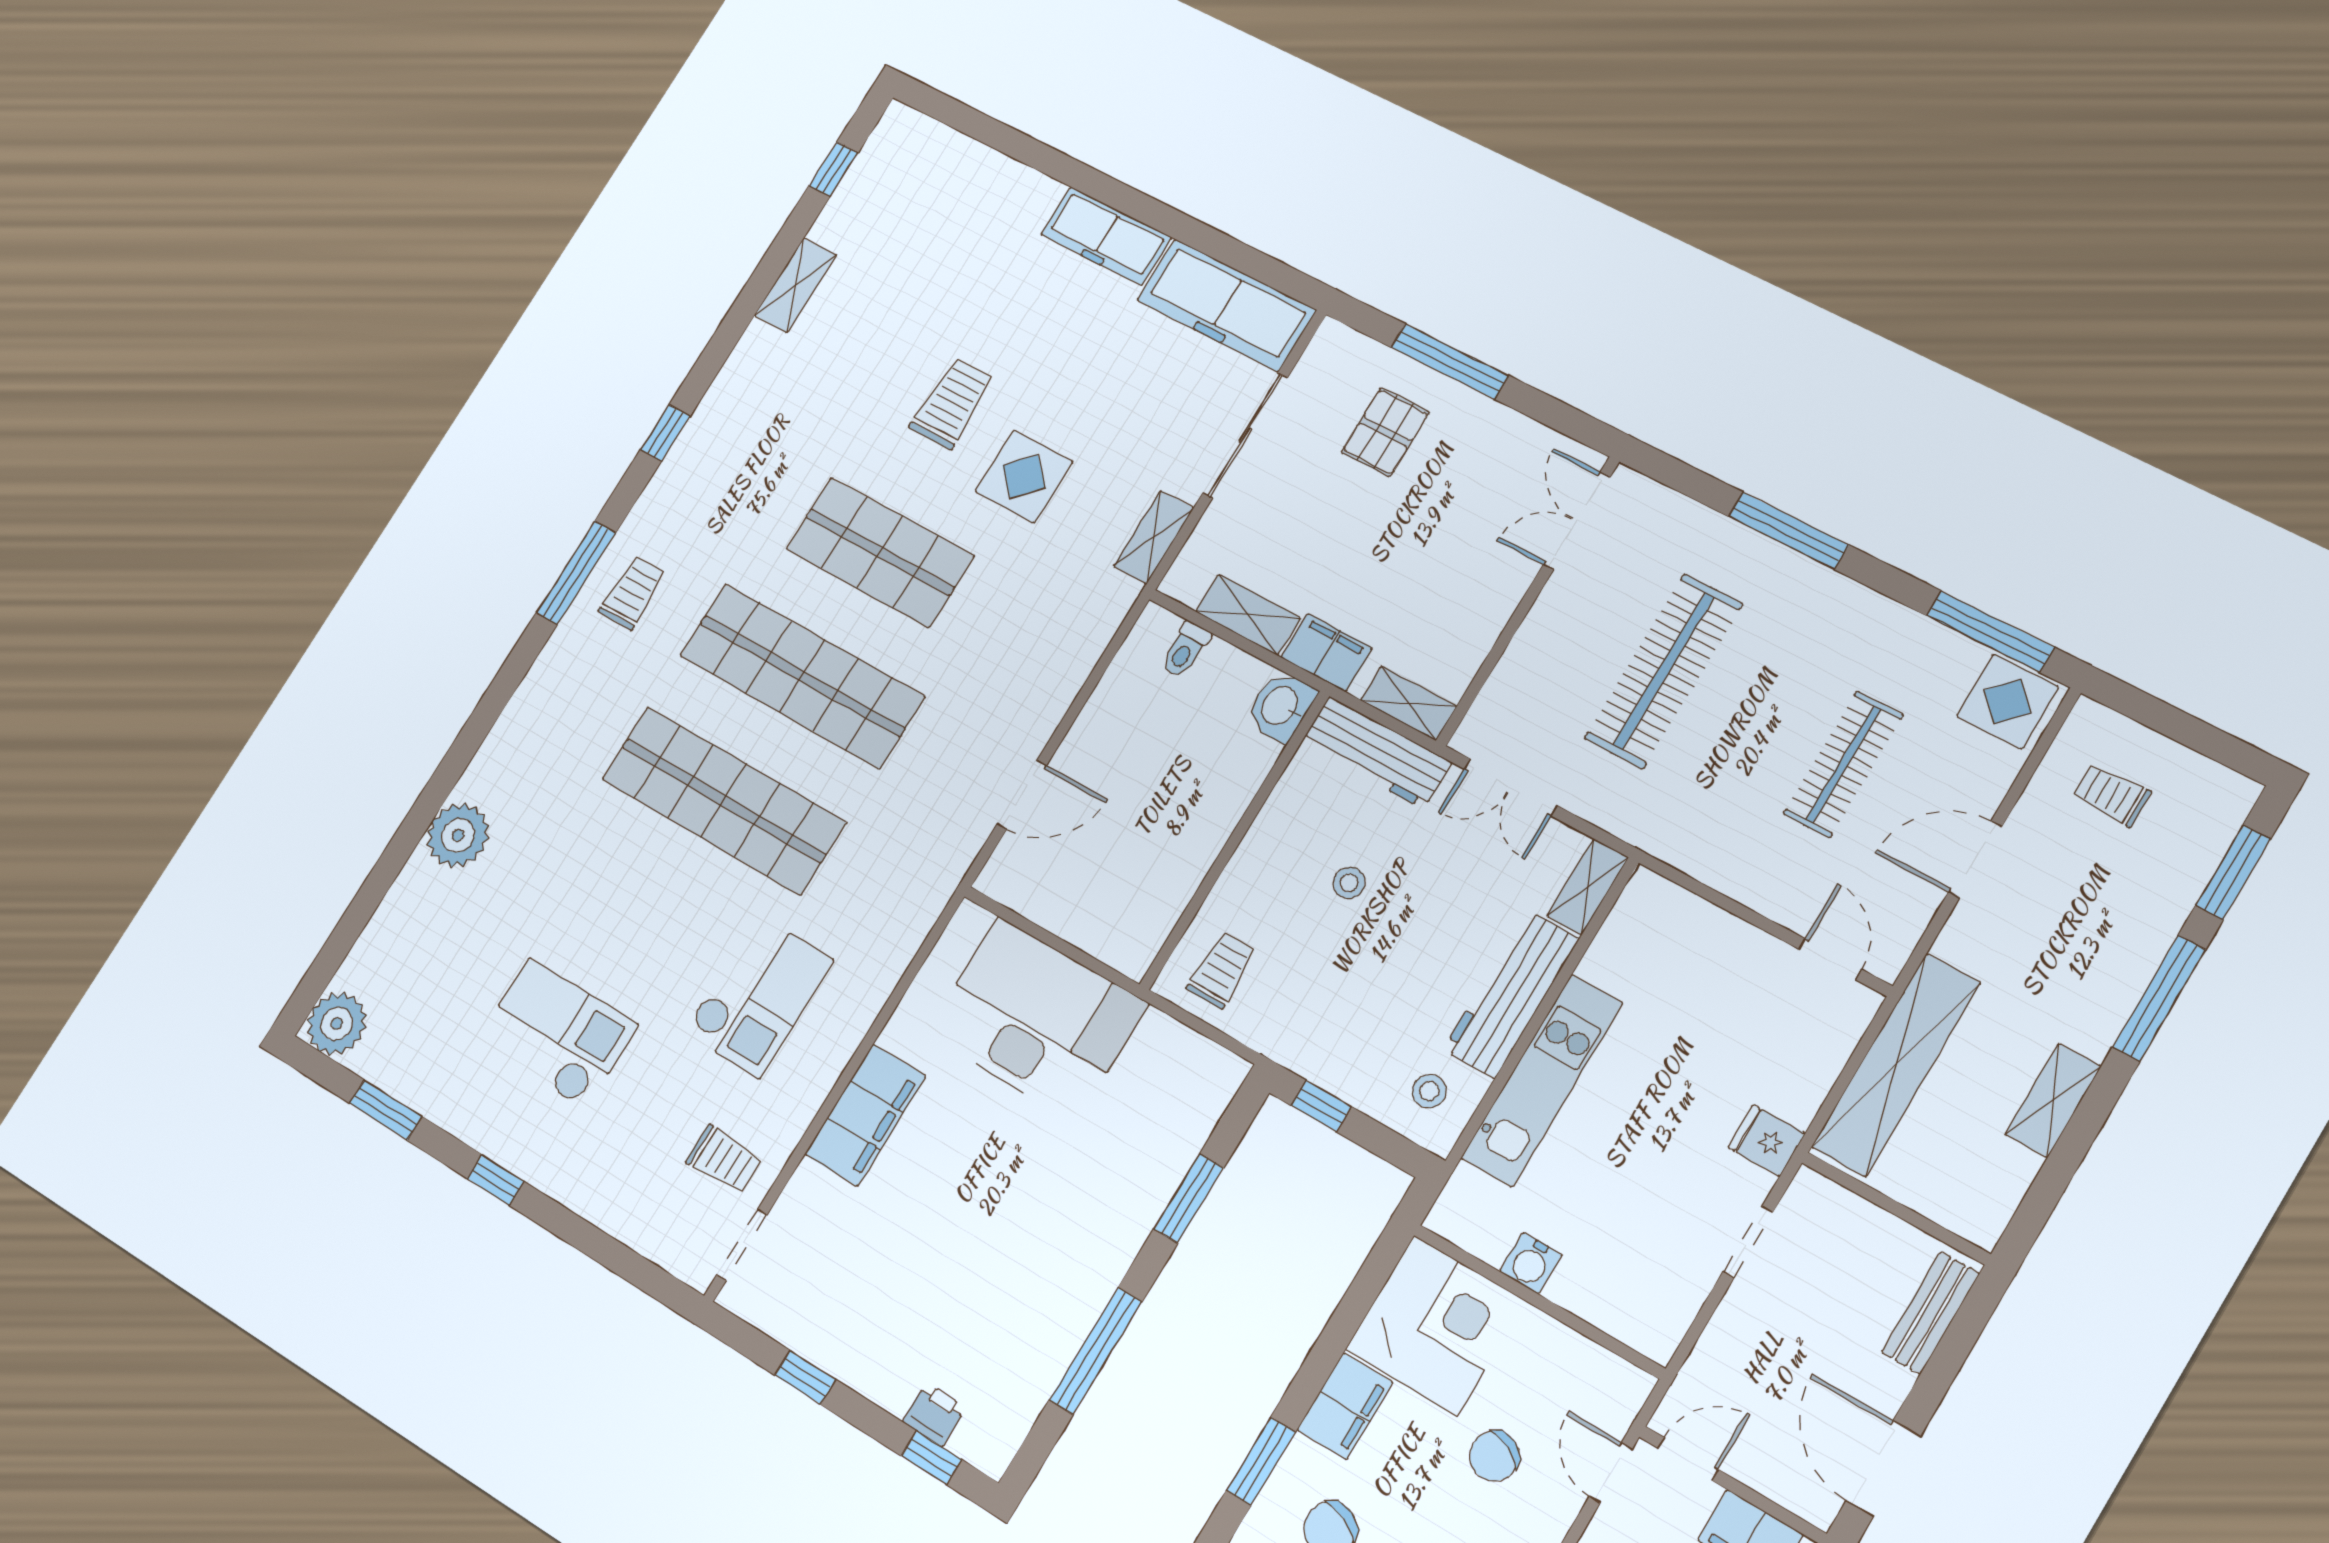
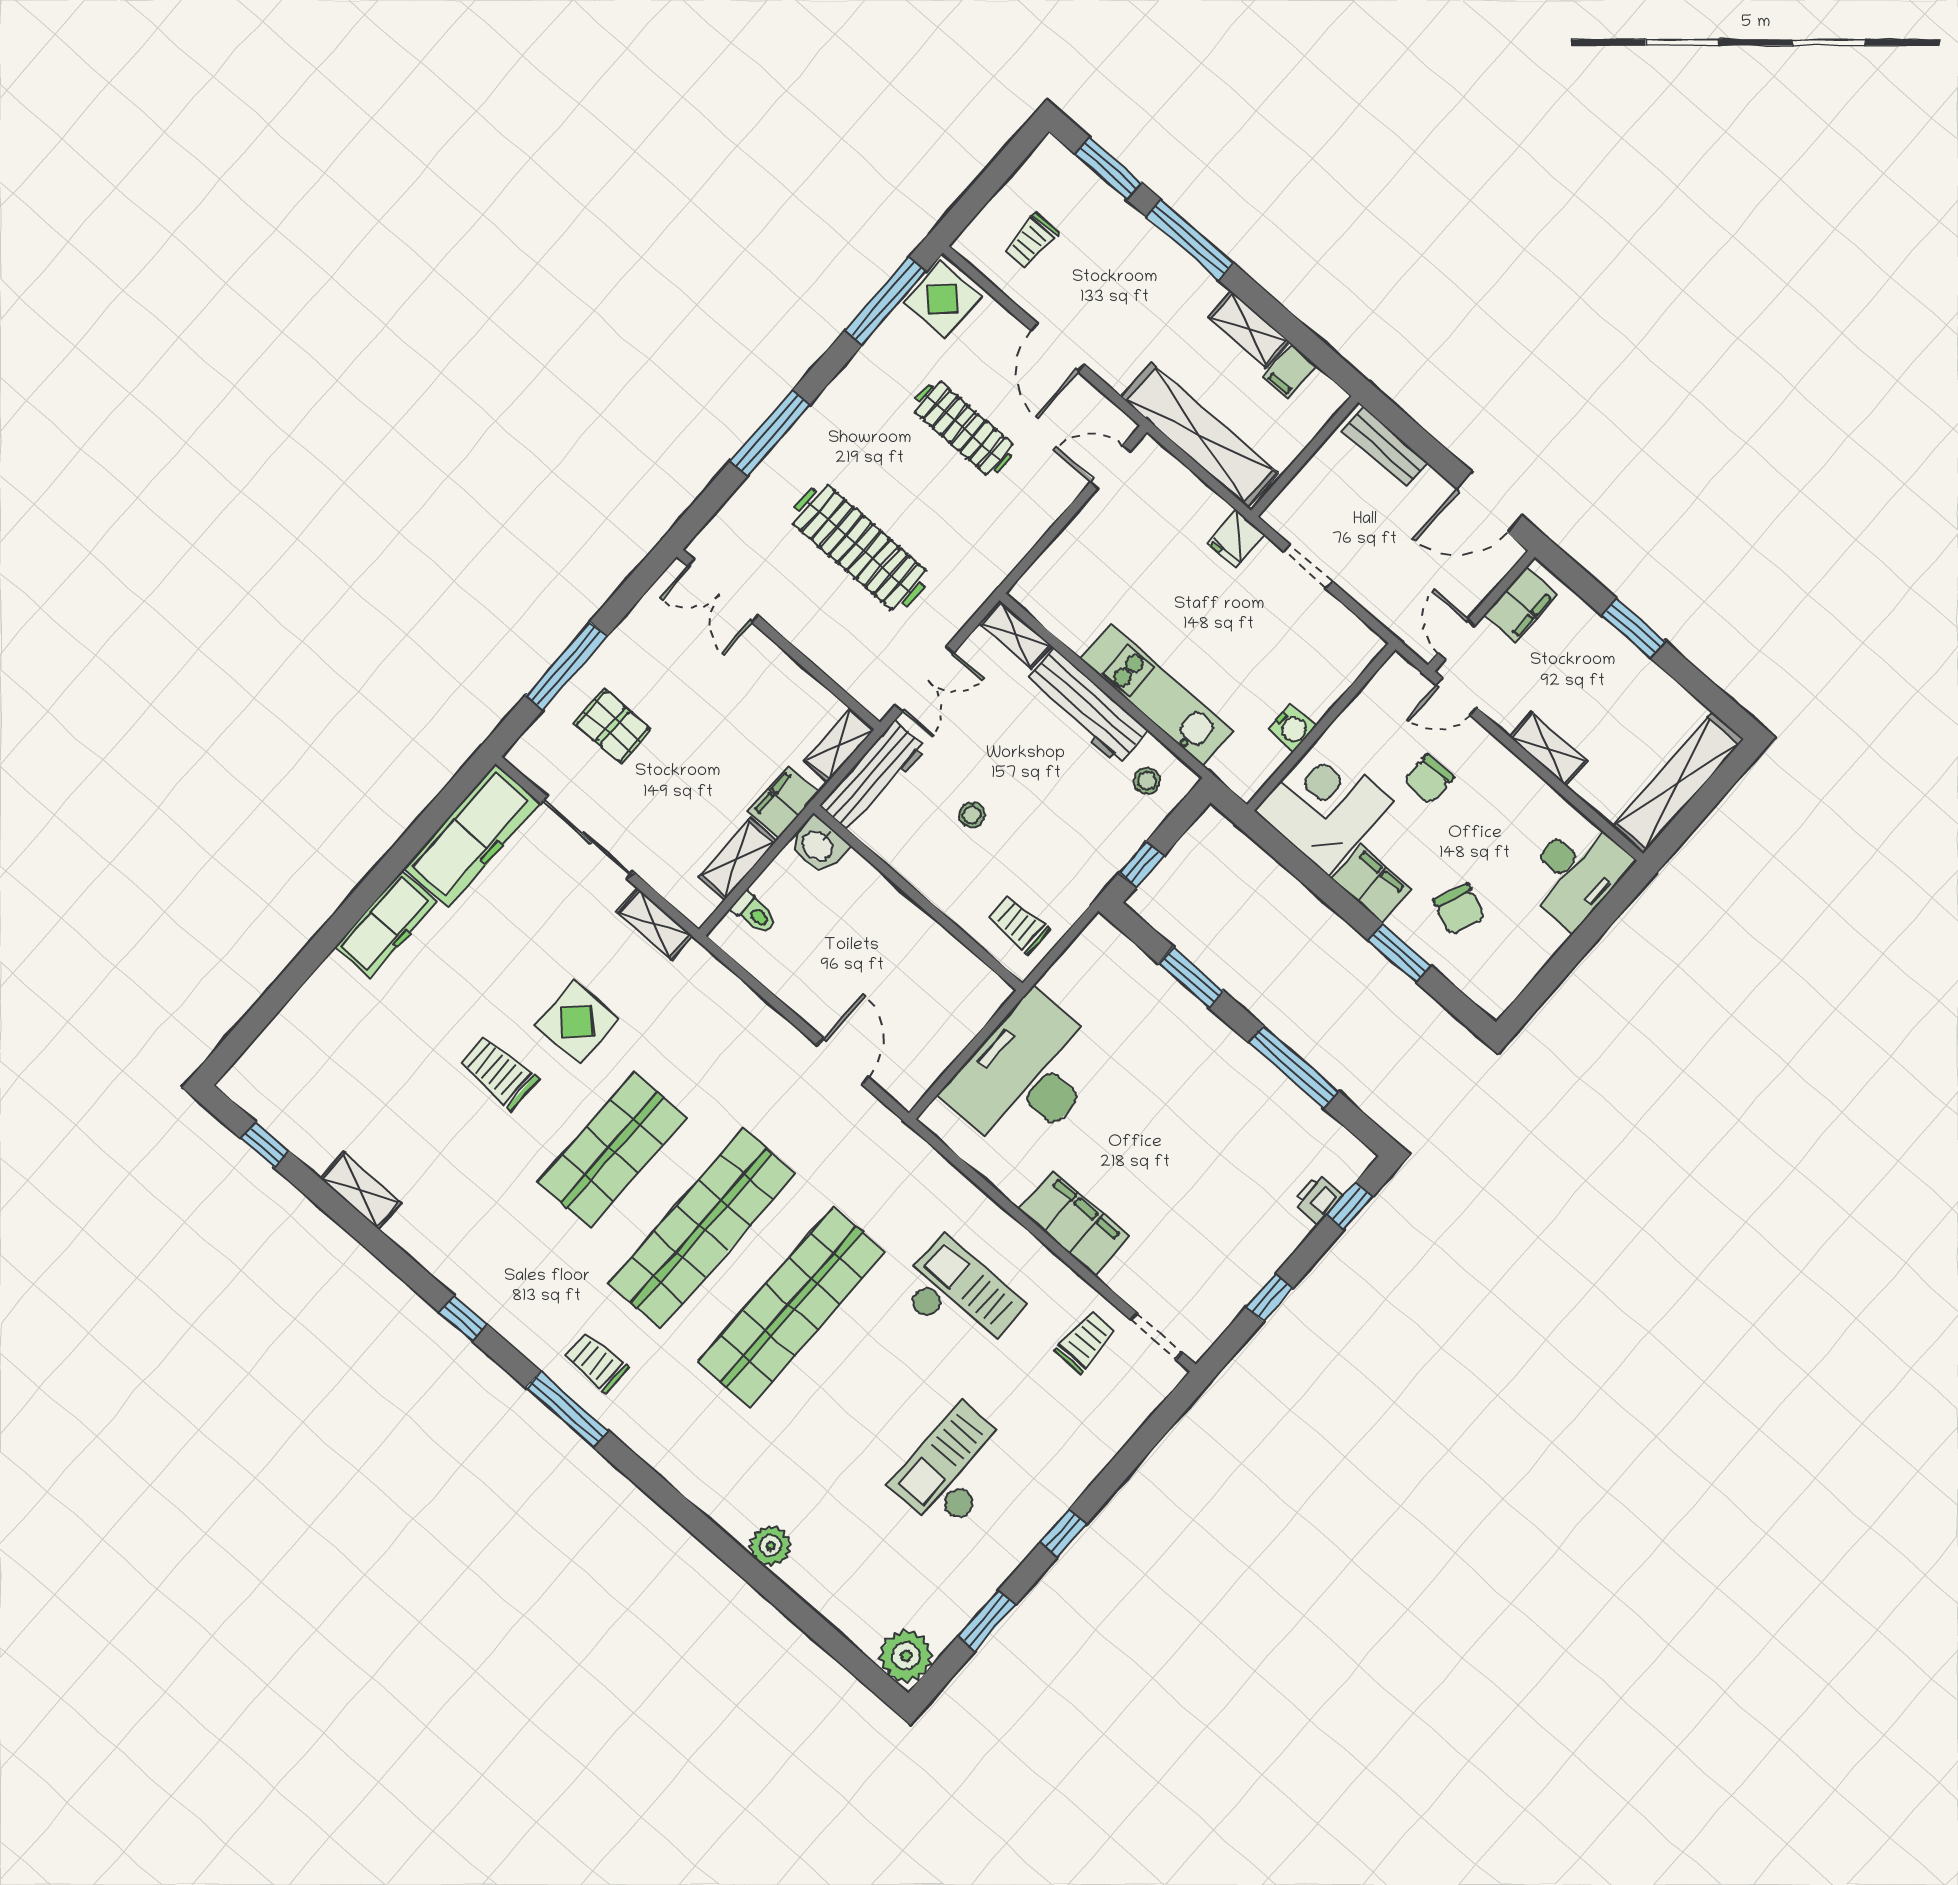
plant: (458, 835) -> (771, 1546), width x0.73, depth x0.73
filing cabinet: (2007, 1166) -> (1290, 372), added
chair: (1494, 1456) -> (1429, 779), turned 64

